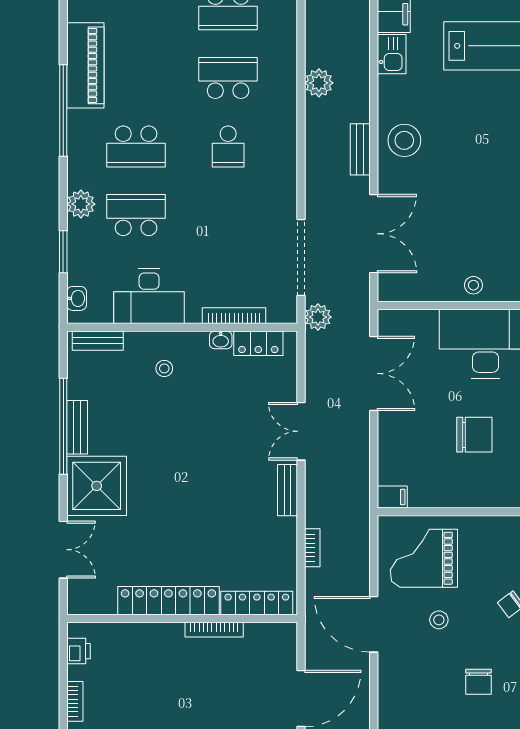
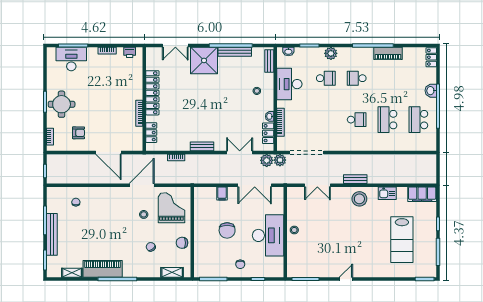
kitchen sink: (392, 54) -> (387, 193), moved
piano: (85, 65) -> (388, 53), width x0.73, depth x0.75
school desk: (228, 78) -> (388, 120), turned 180
plant: (319, 83) -> (267, 160), moved
school desk: (136, 147) -> (357, 78), width x0.54
school desk: (228, 147) -> (357, 120), turned 180
school desk: (136, 215) -> (326, 78), width x0.54
double door: (374, 234) -> (317, 185), width x0.73
bench: (77, 427) -> (235, 52), width x1.36
double door: (301, 431) -> (240, 152), moved
filing cabinet: (392, 497) -> (222, 193), moved
locker: (257, 603) -> (151, 133), width x0.66
chair: (478, 682) -> (182, 243), moved

